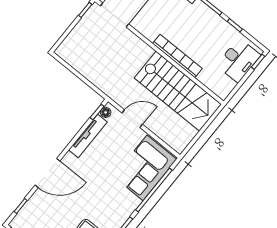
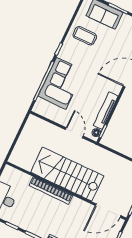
stairs: (178, 91) -> (67, 174), moved
door: (132, 119) -> (74, 133), swing flipped
corner sofa: (145, 168) -> (61, 83), moved

